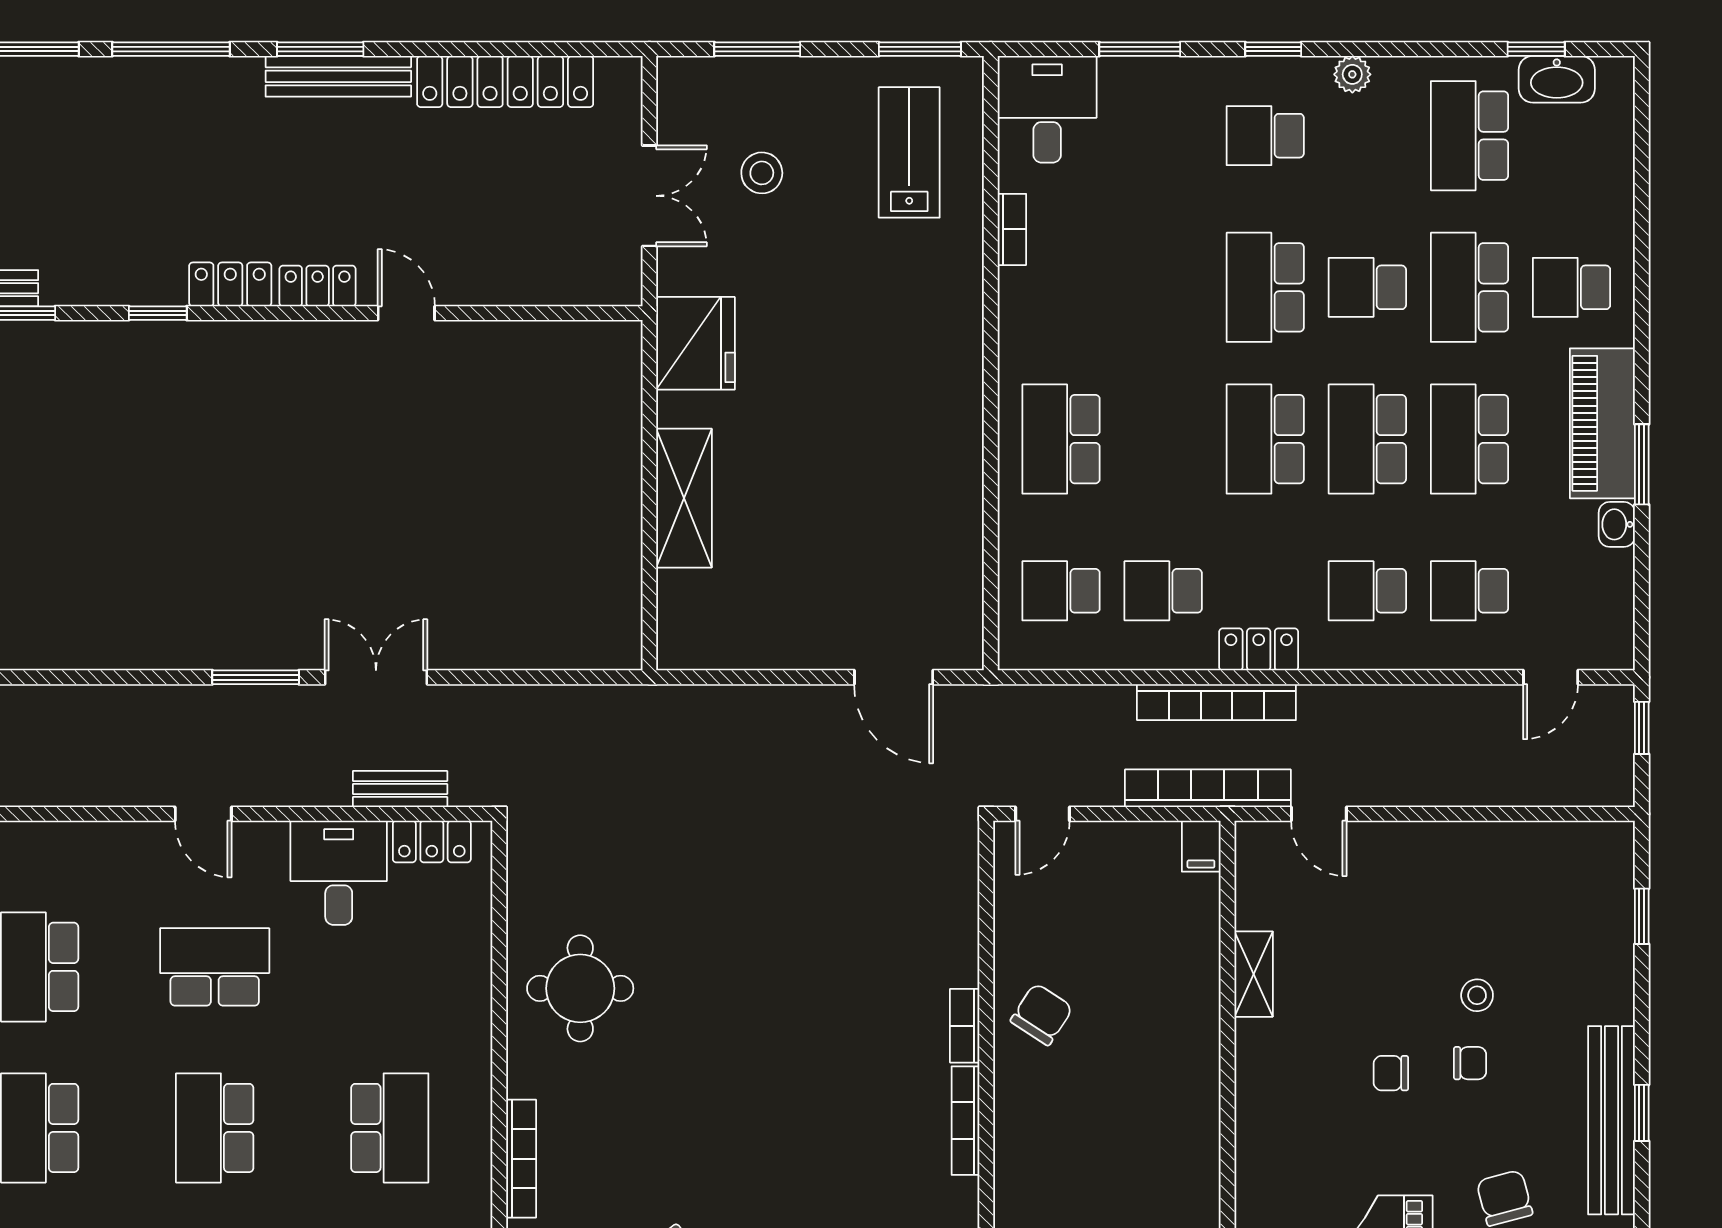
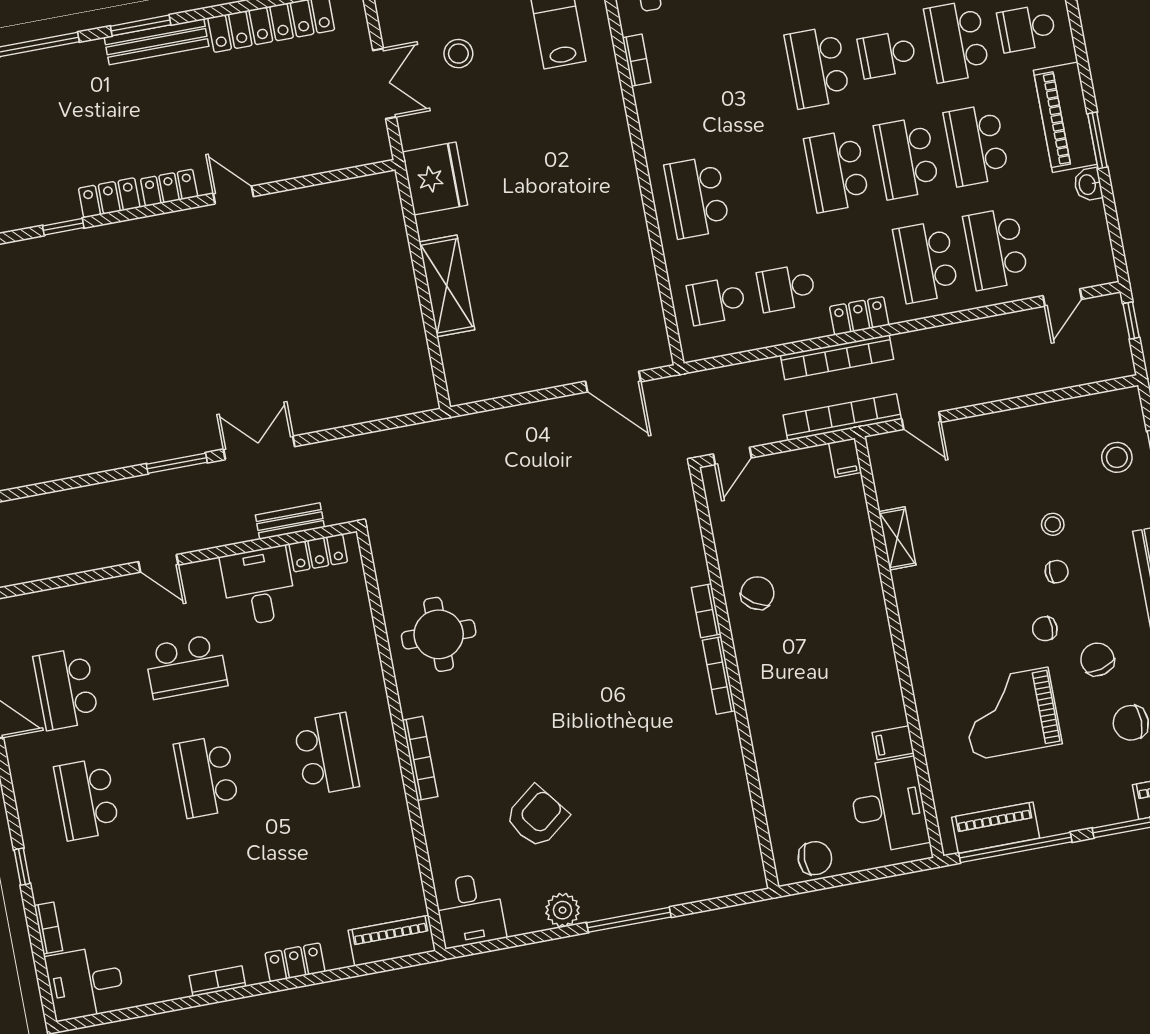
school desk: (1367, 591) -> (926, 262), width x1.85
school desk: (1469, 591) -> (996, 249), width x1.85
stool: (1585, 918) -> (1117, 457), added
school desk: (215, 967) -> (186, 666), turned 180
chair: (1391, 1073) -> (1045, 629), moved

